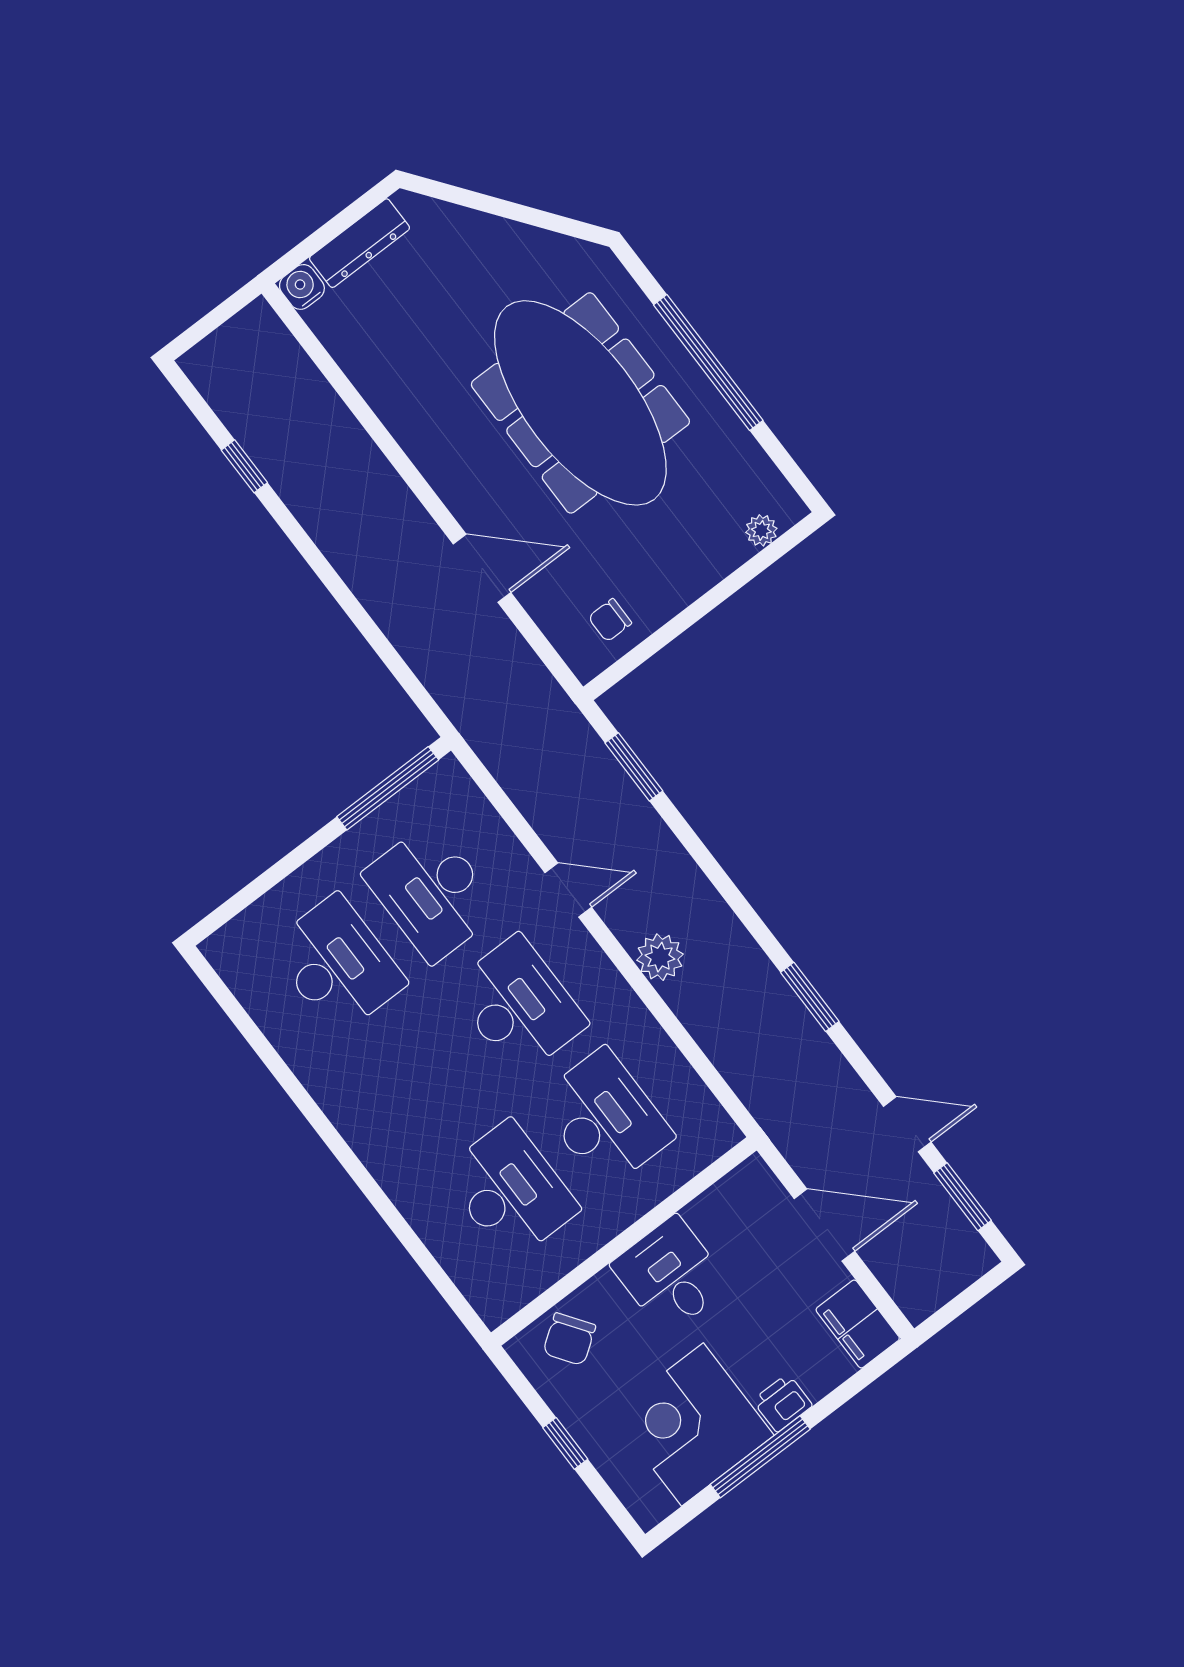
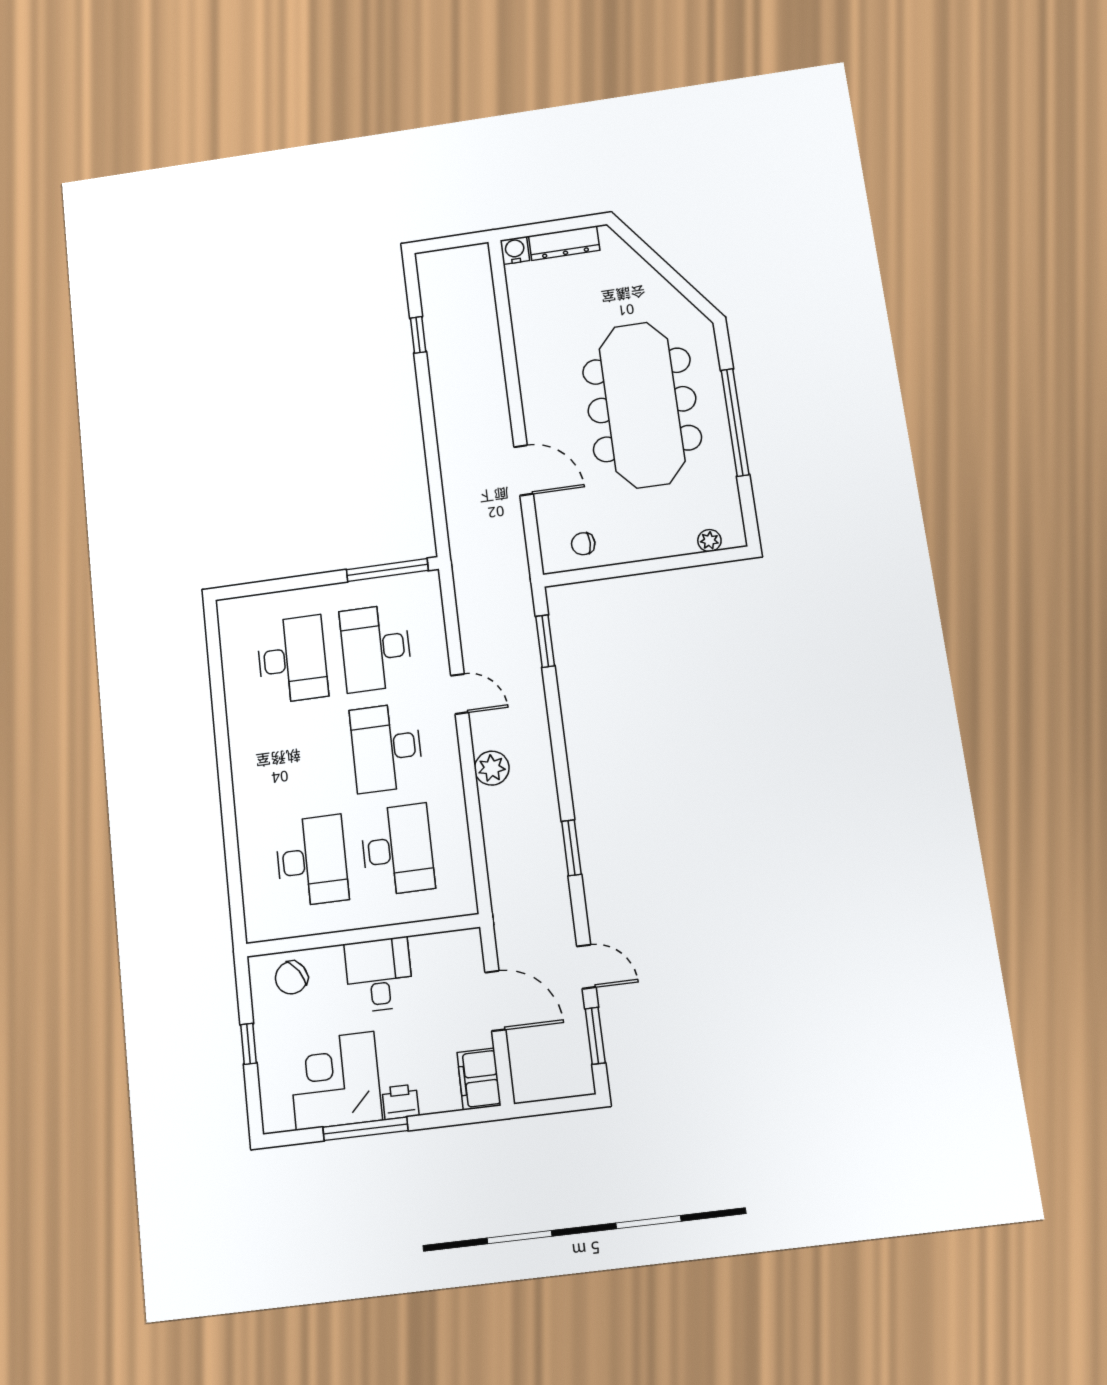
desk: (518, 1005) -> (386, 748), turned 180

